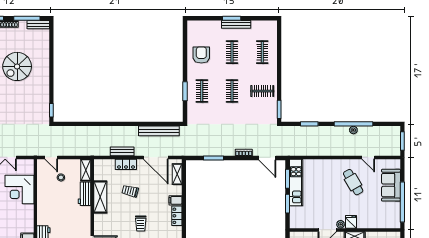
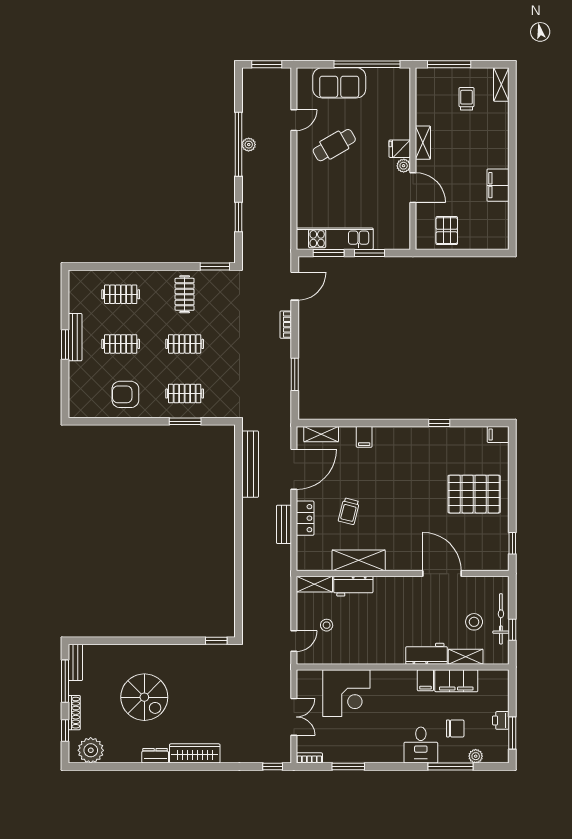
locker: (177, 216) -> (390, 435), removed
trolley: (141, 224) -> (402, 494), removed

